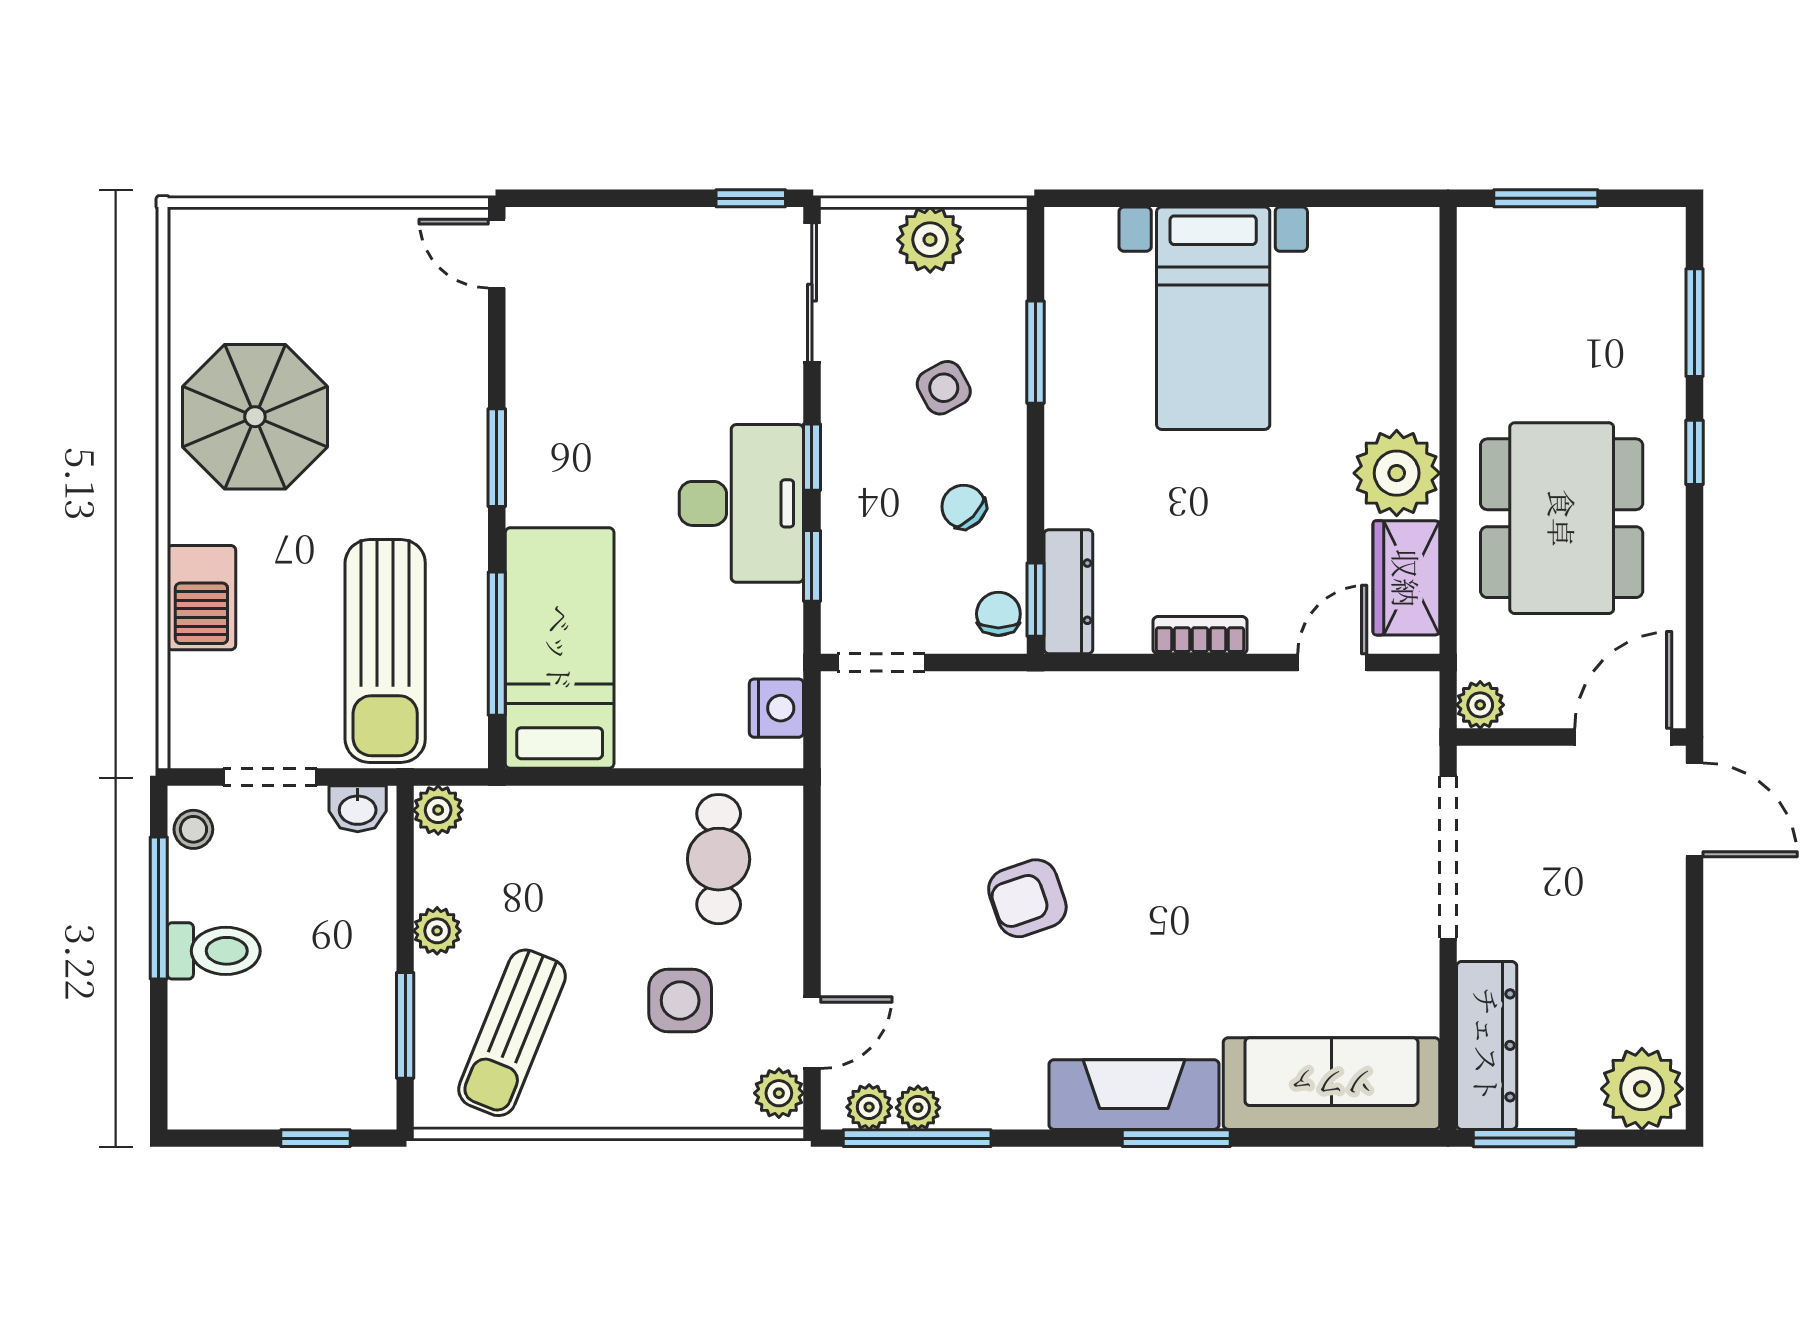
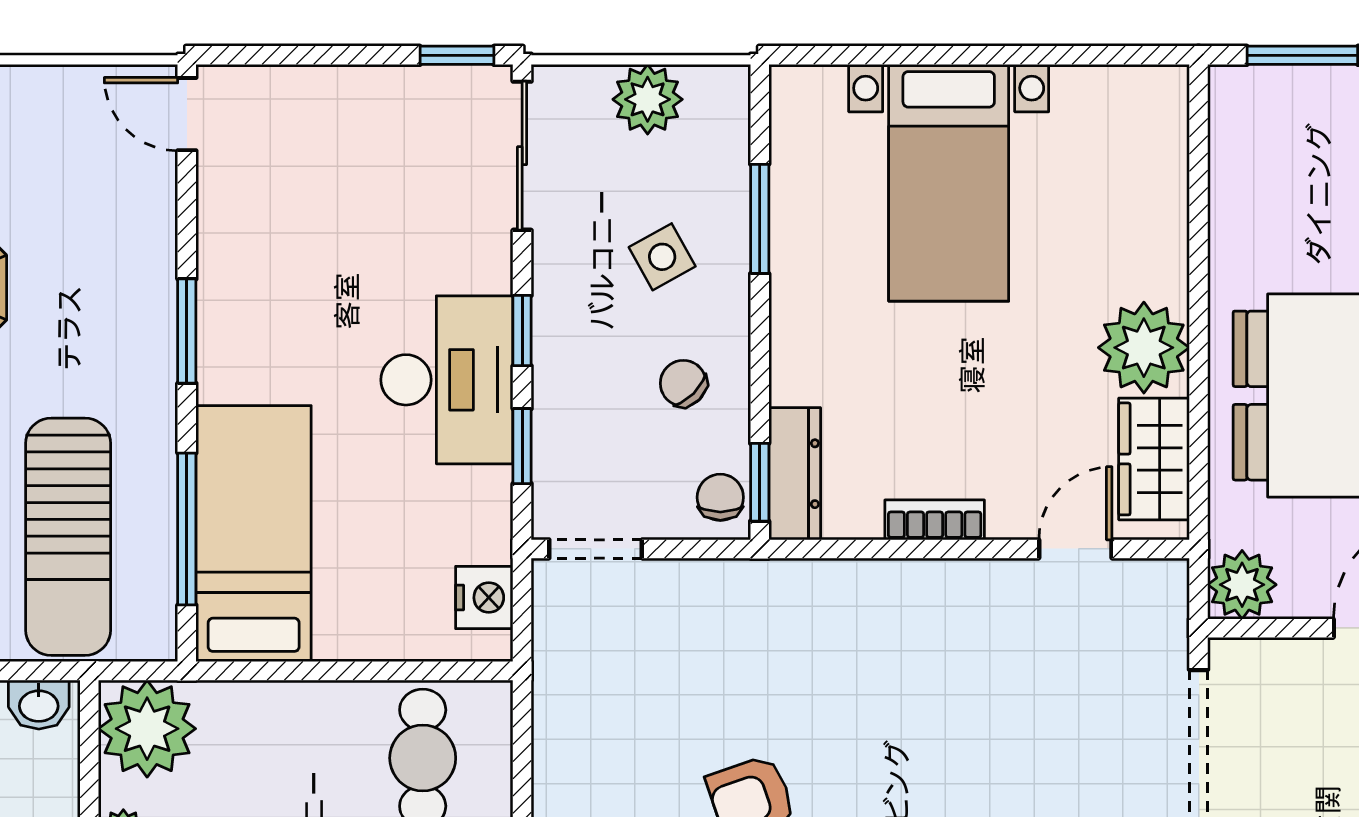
plant: (1480, 705) -> (1242, 585), width x1.38, depth x1.38
plant: (438, 810) -> (147, 729), width x1.88, depth x1.88

